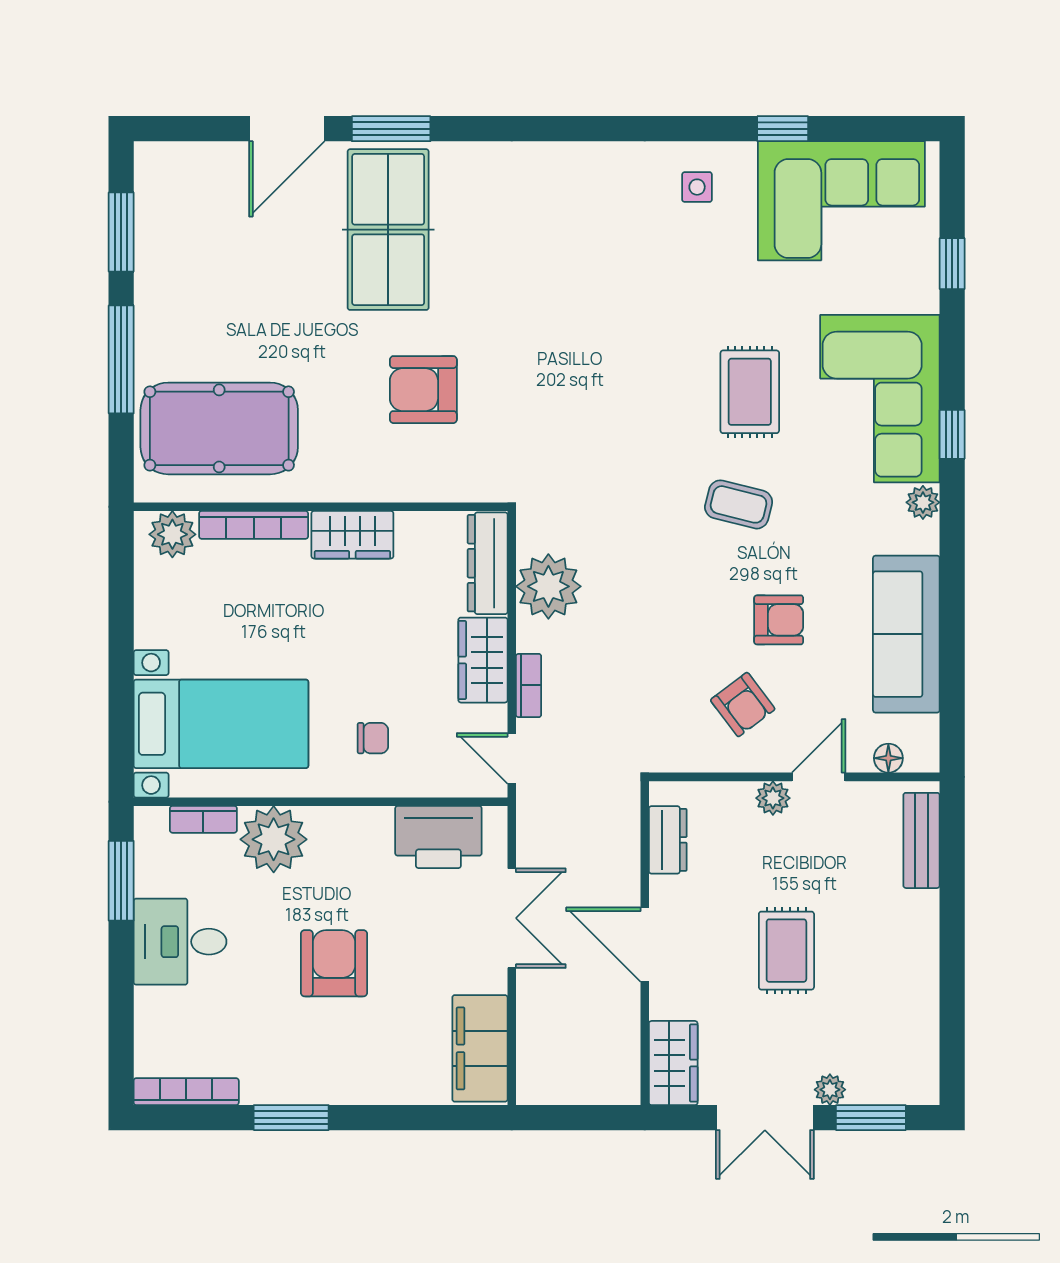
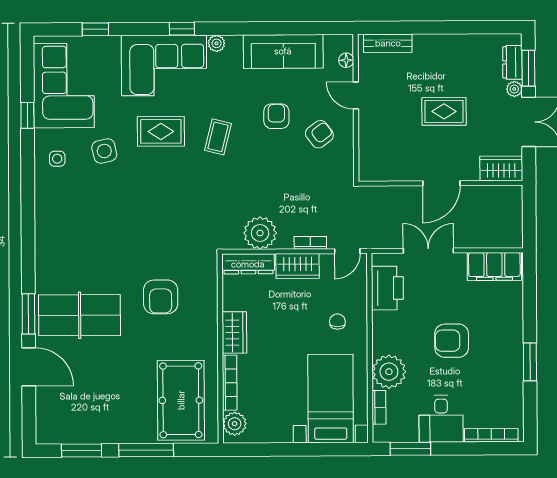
side table: (712, 280) -> (104, 151), added
plant: (773, 798) -> (367, 119), removed
dresser: (668, 840) -> (512, 62), moved, turned -90
bookcase: (186, 1092) -> (491, 435), moved, turned 90

